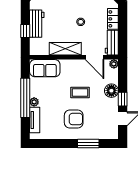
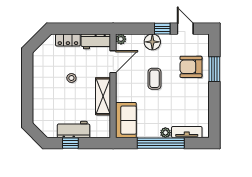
window: (25, 31) -> (70, 143), moved
armchair: (74, 119) -> (191, 67), moved, turned -90

